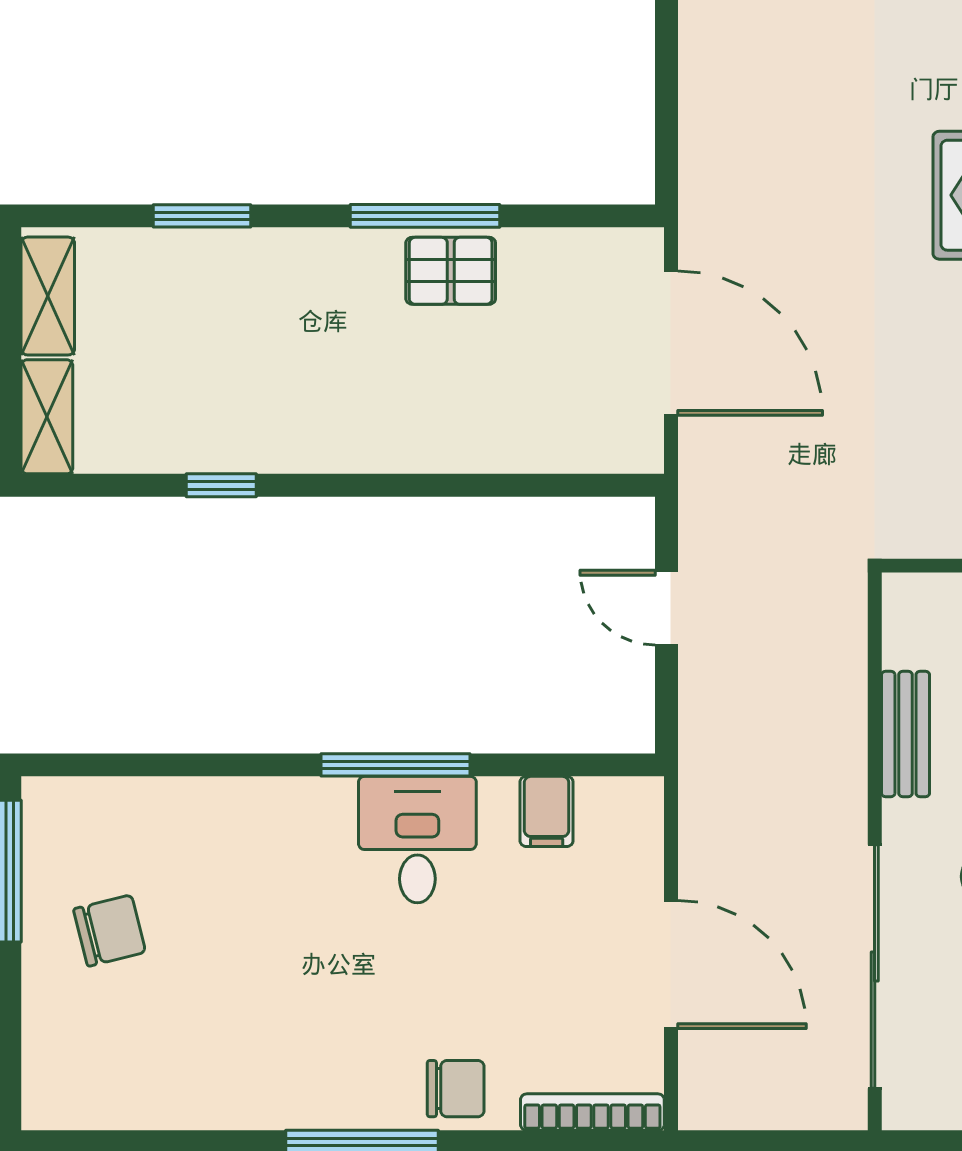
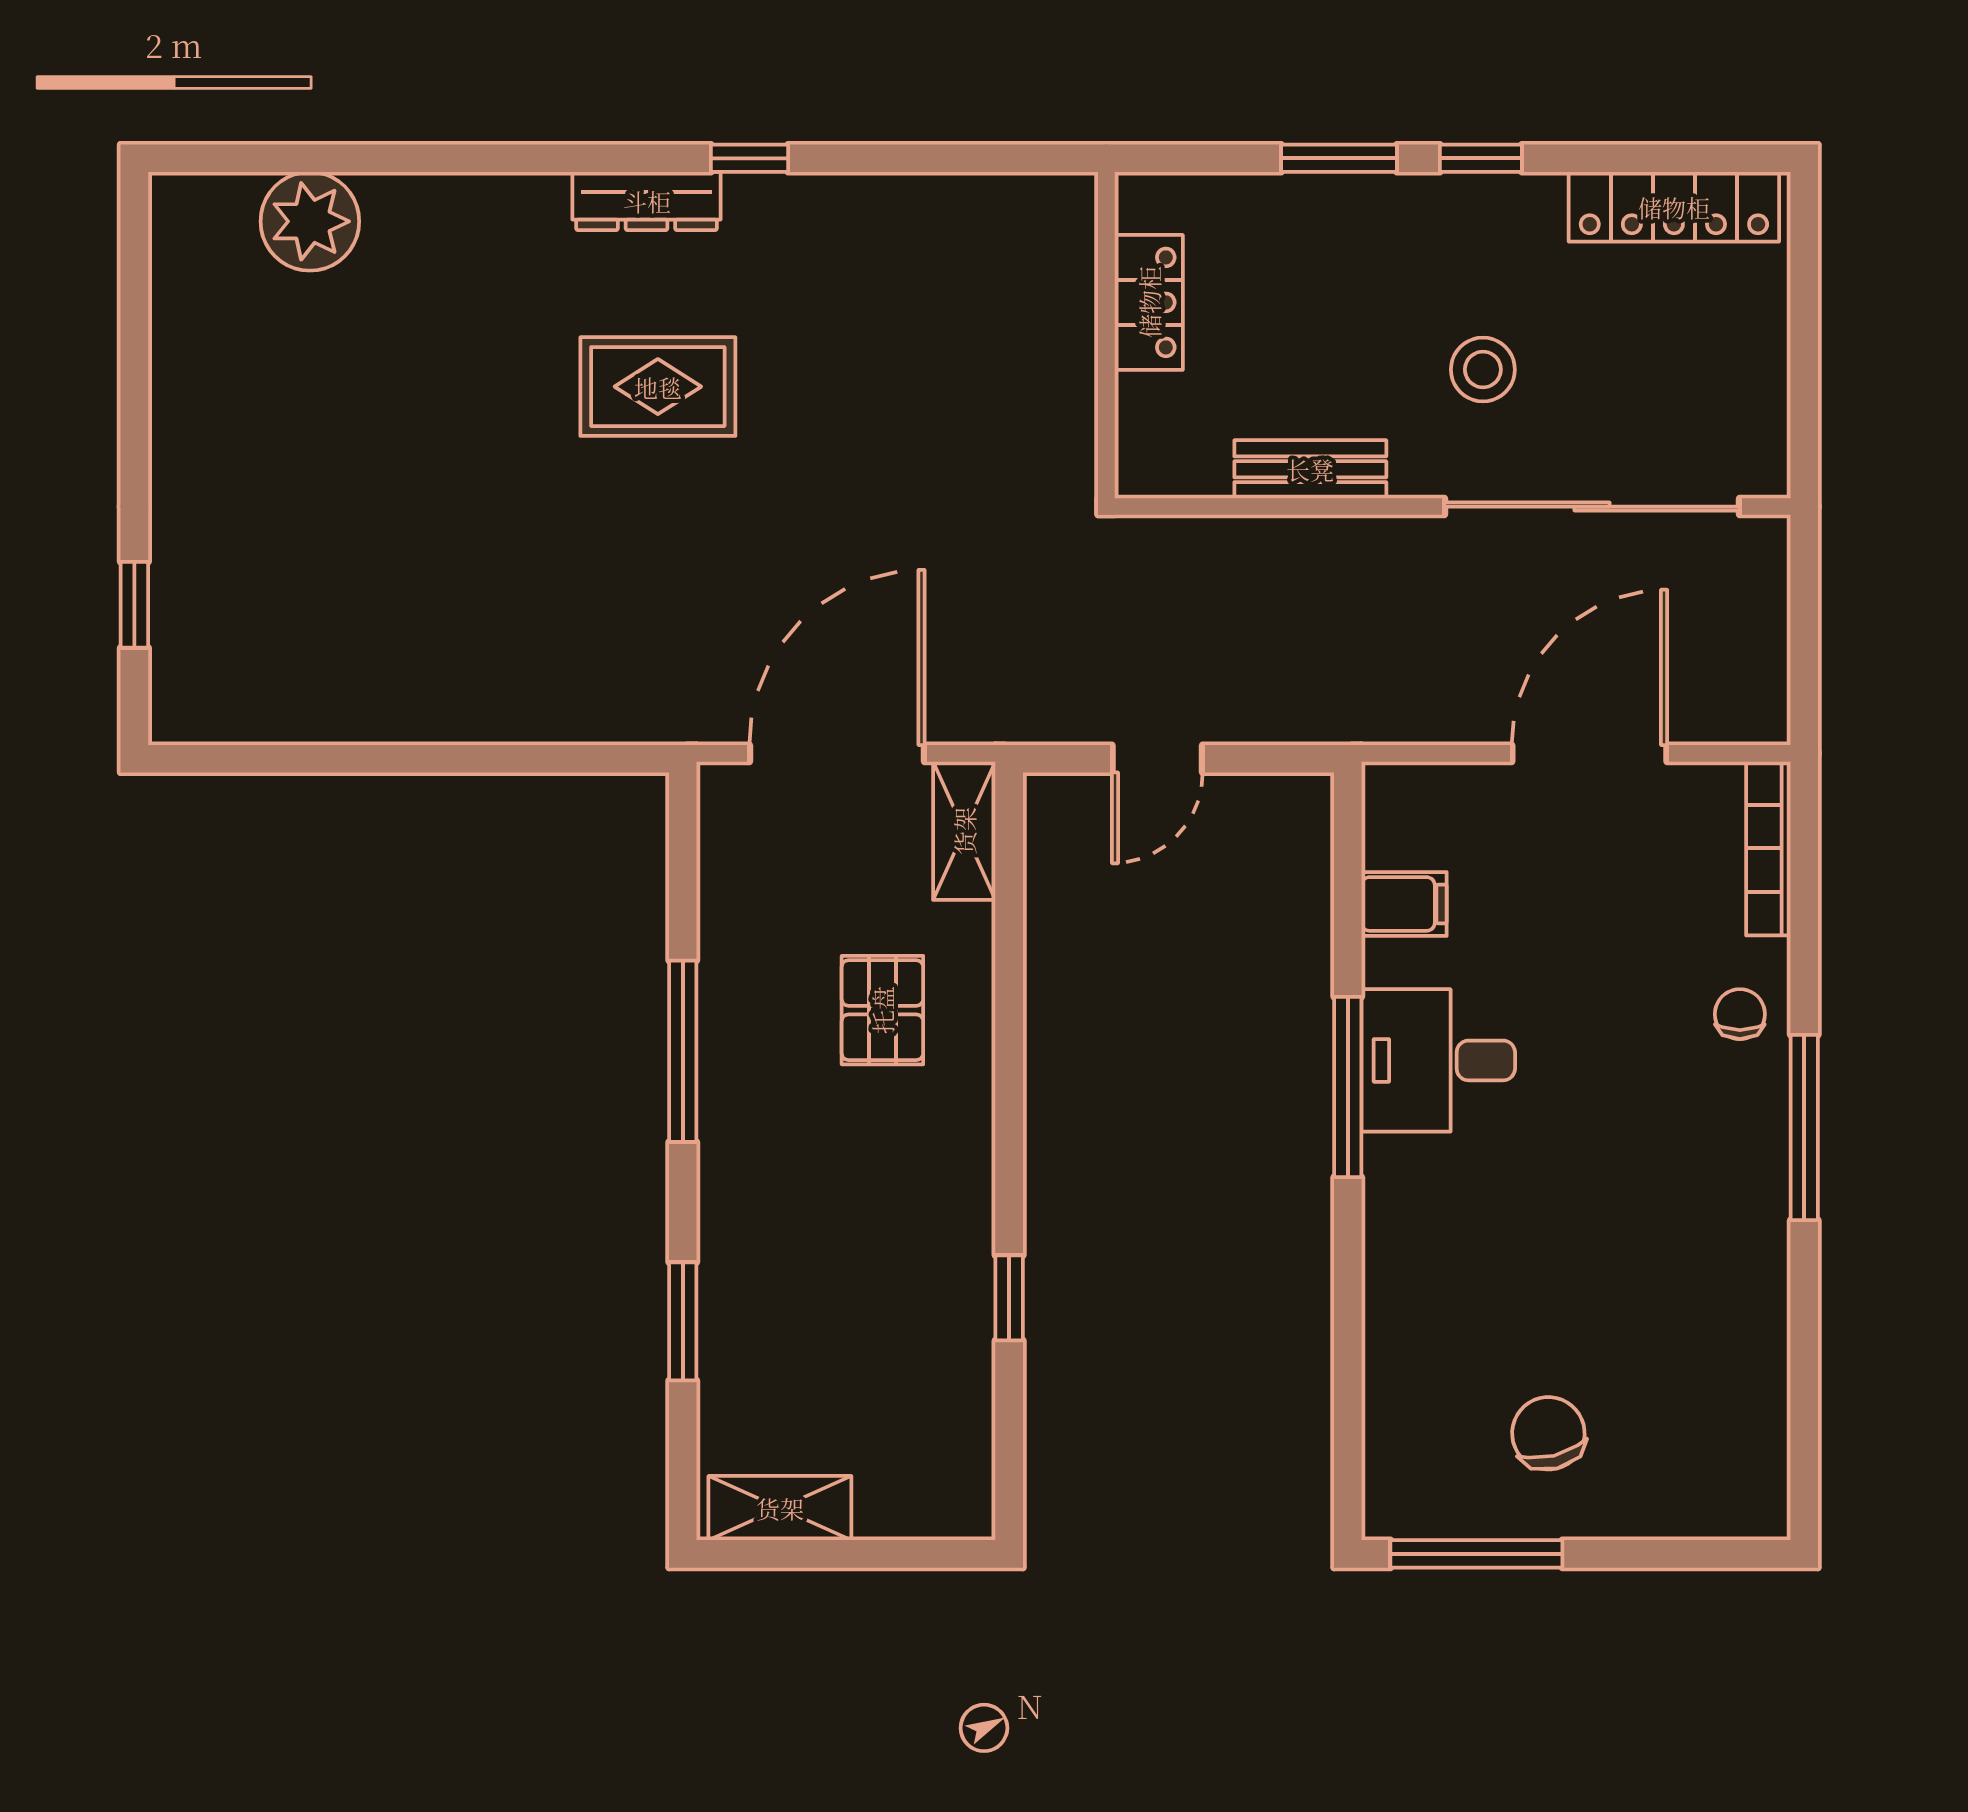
pallet: (451, 271) -> (882, 1010), moved
shelving: (47, 417) -> (964, 831), moved, turned 90
chair: (456, 1089) -> (1740, 1014), width x0.73, depth x0.73

